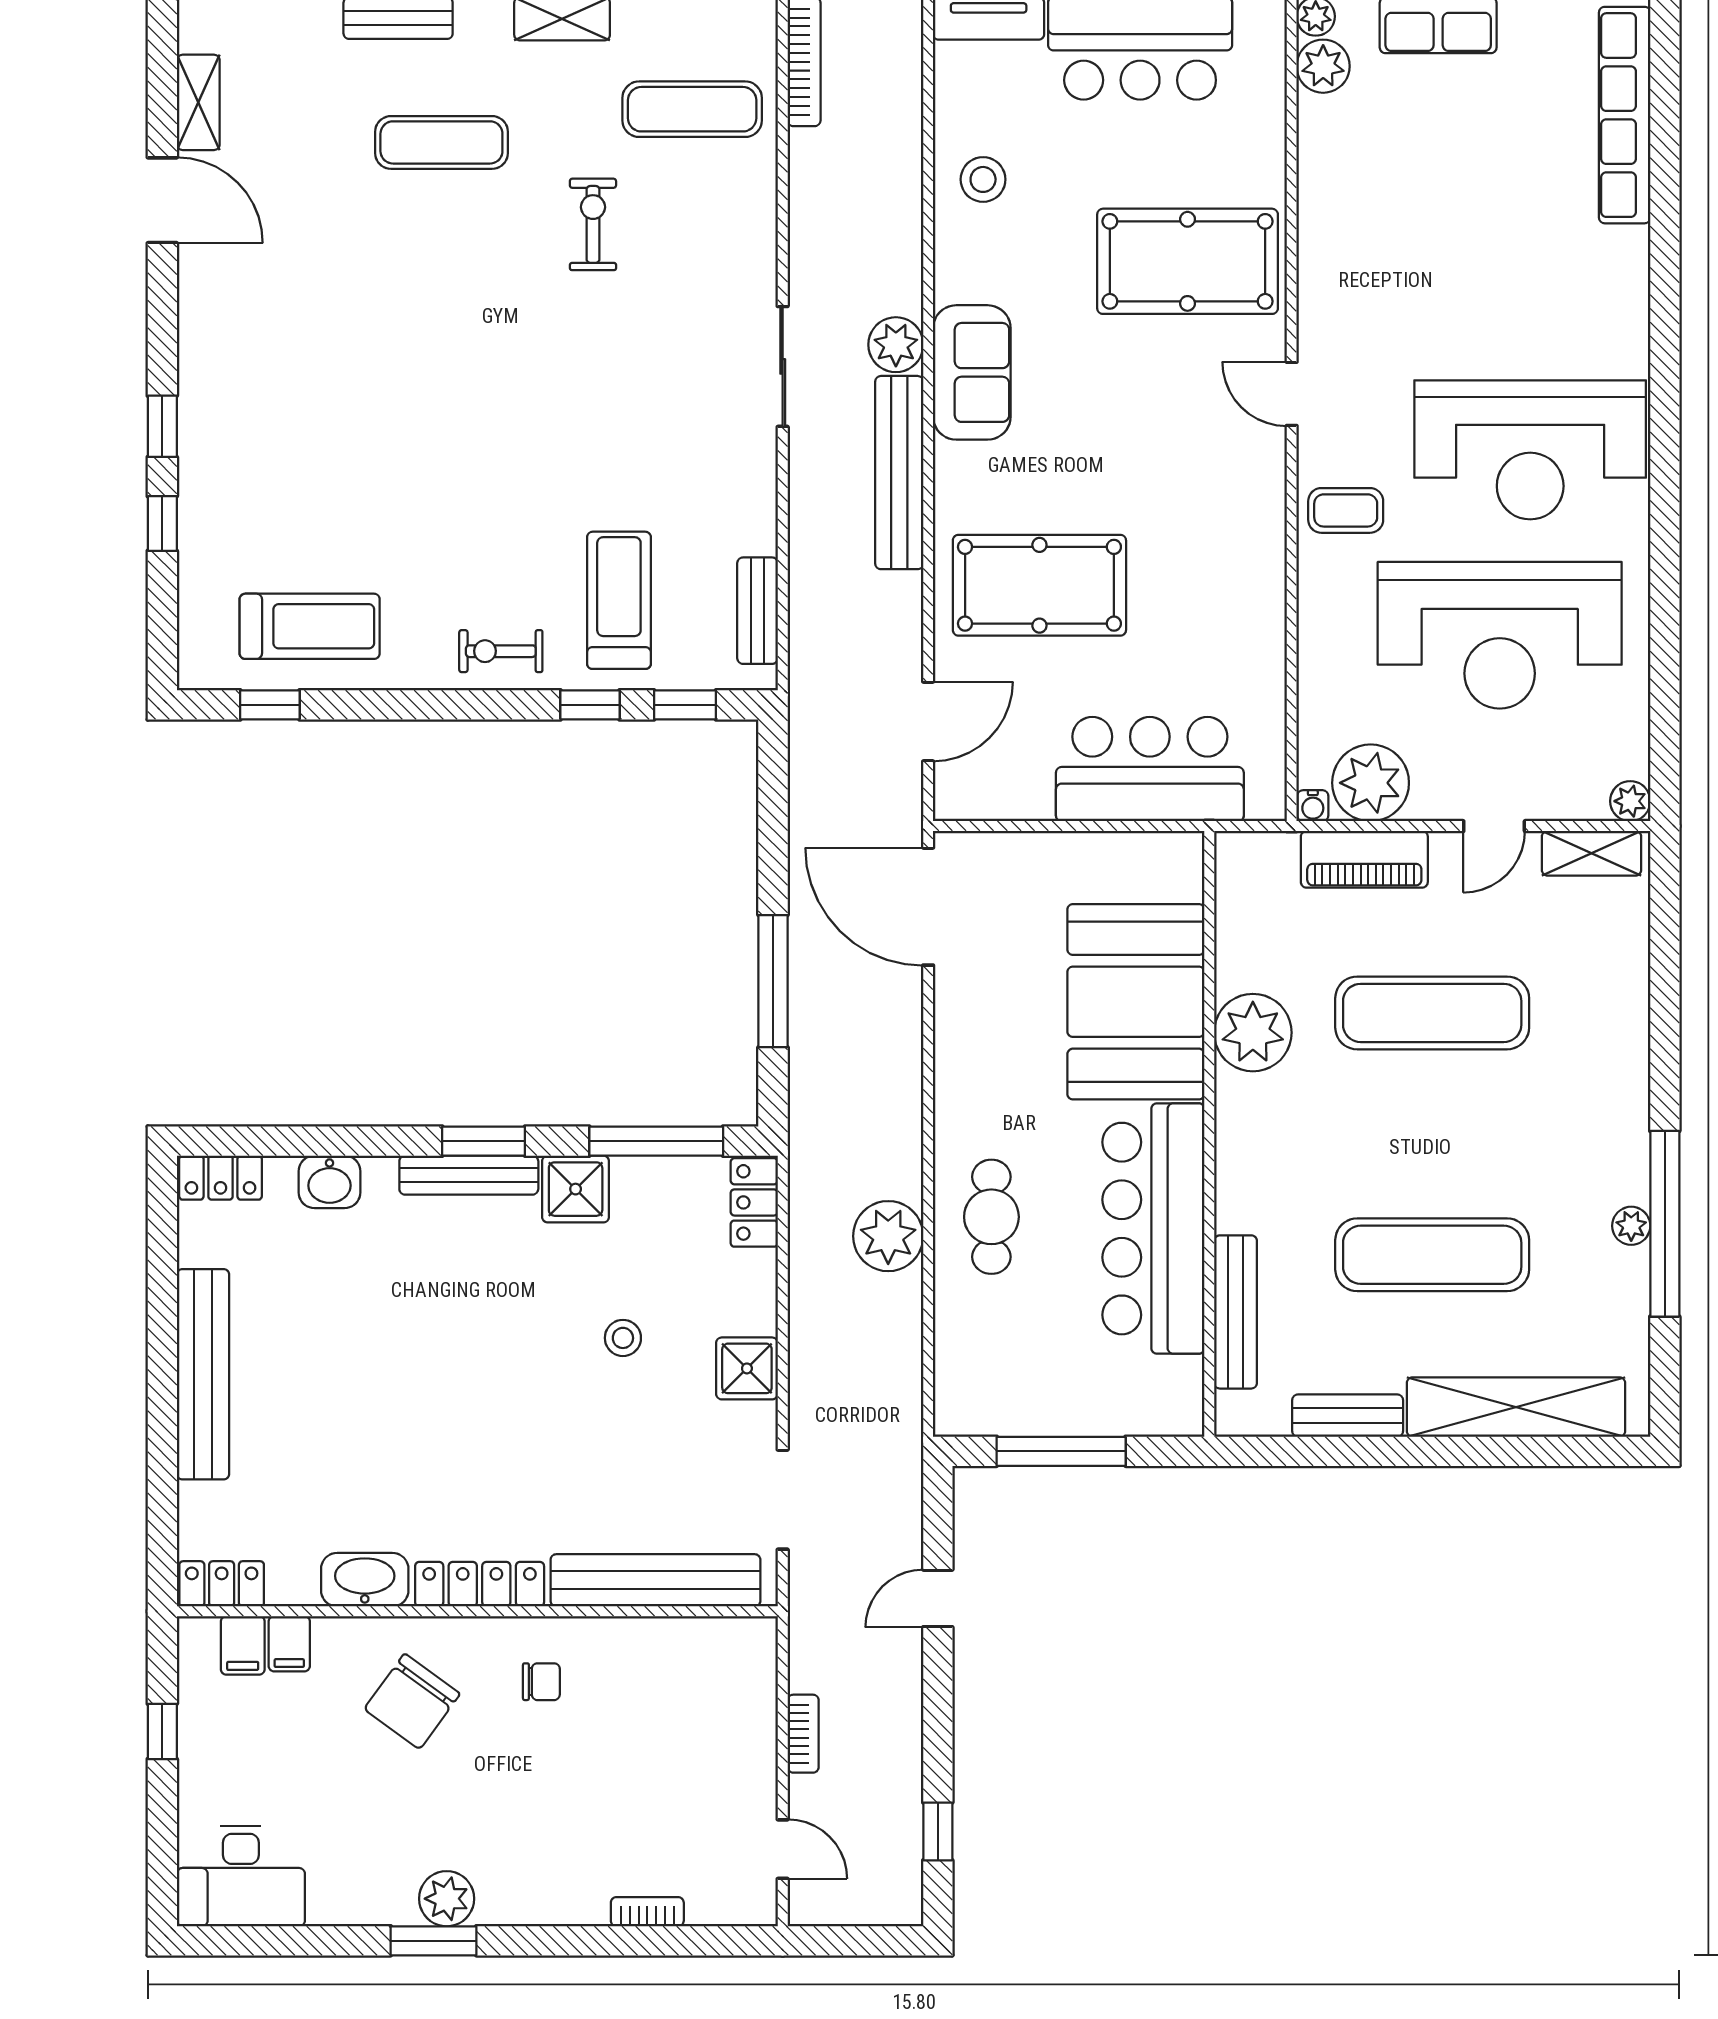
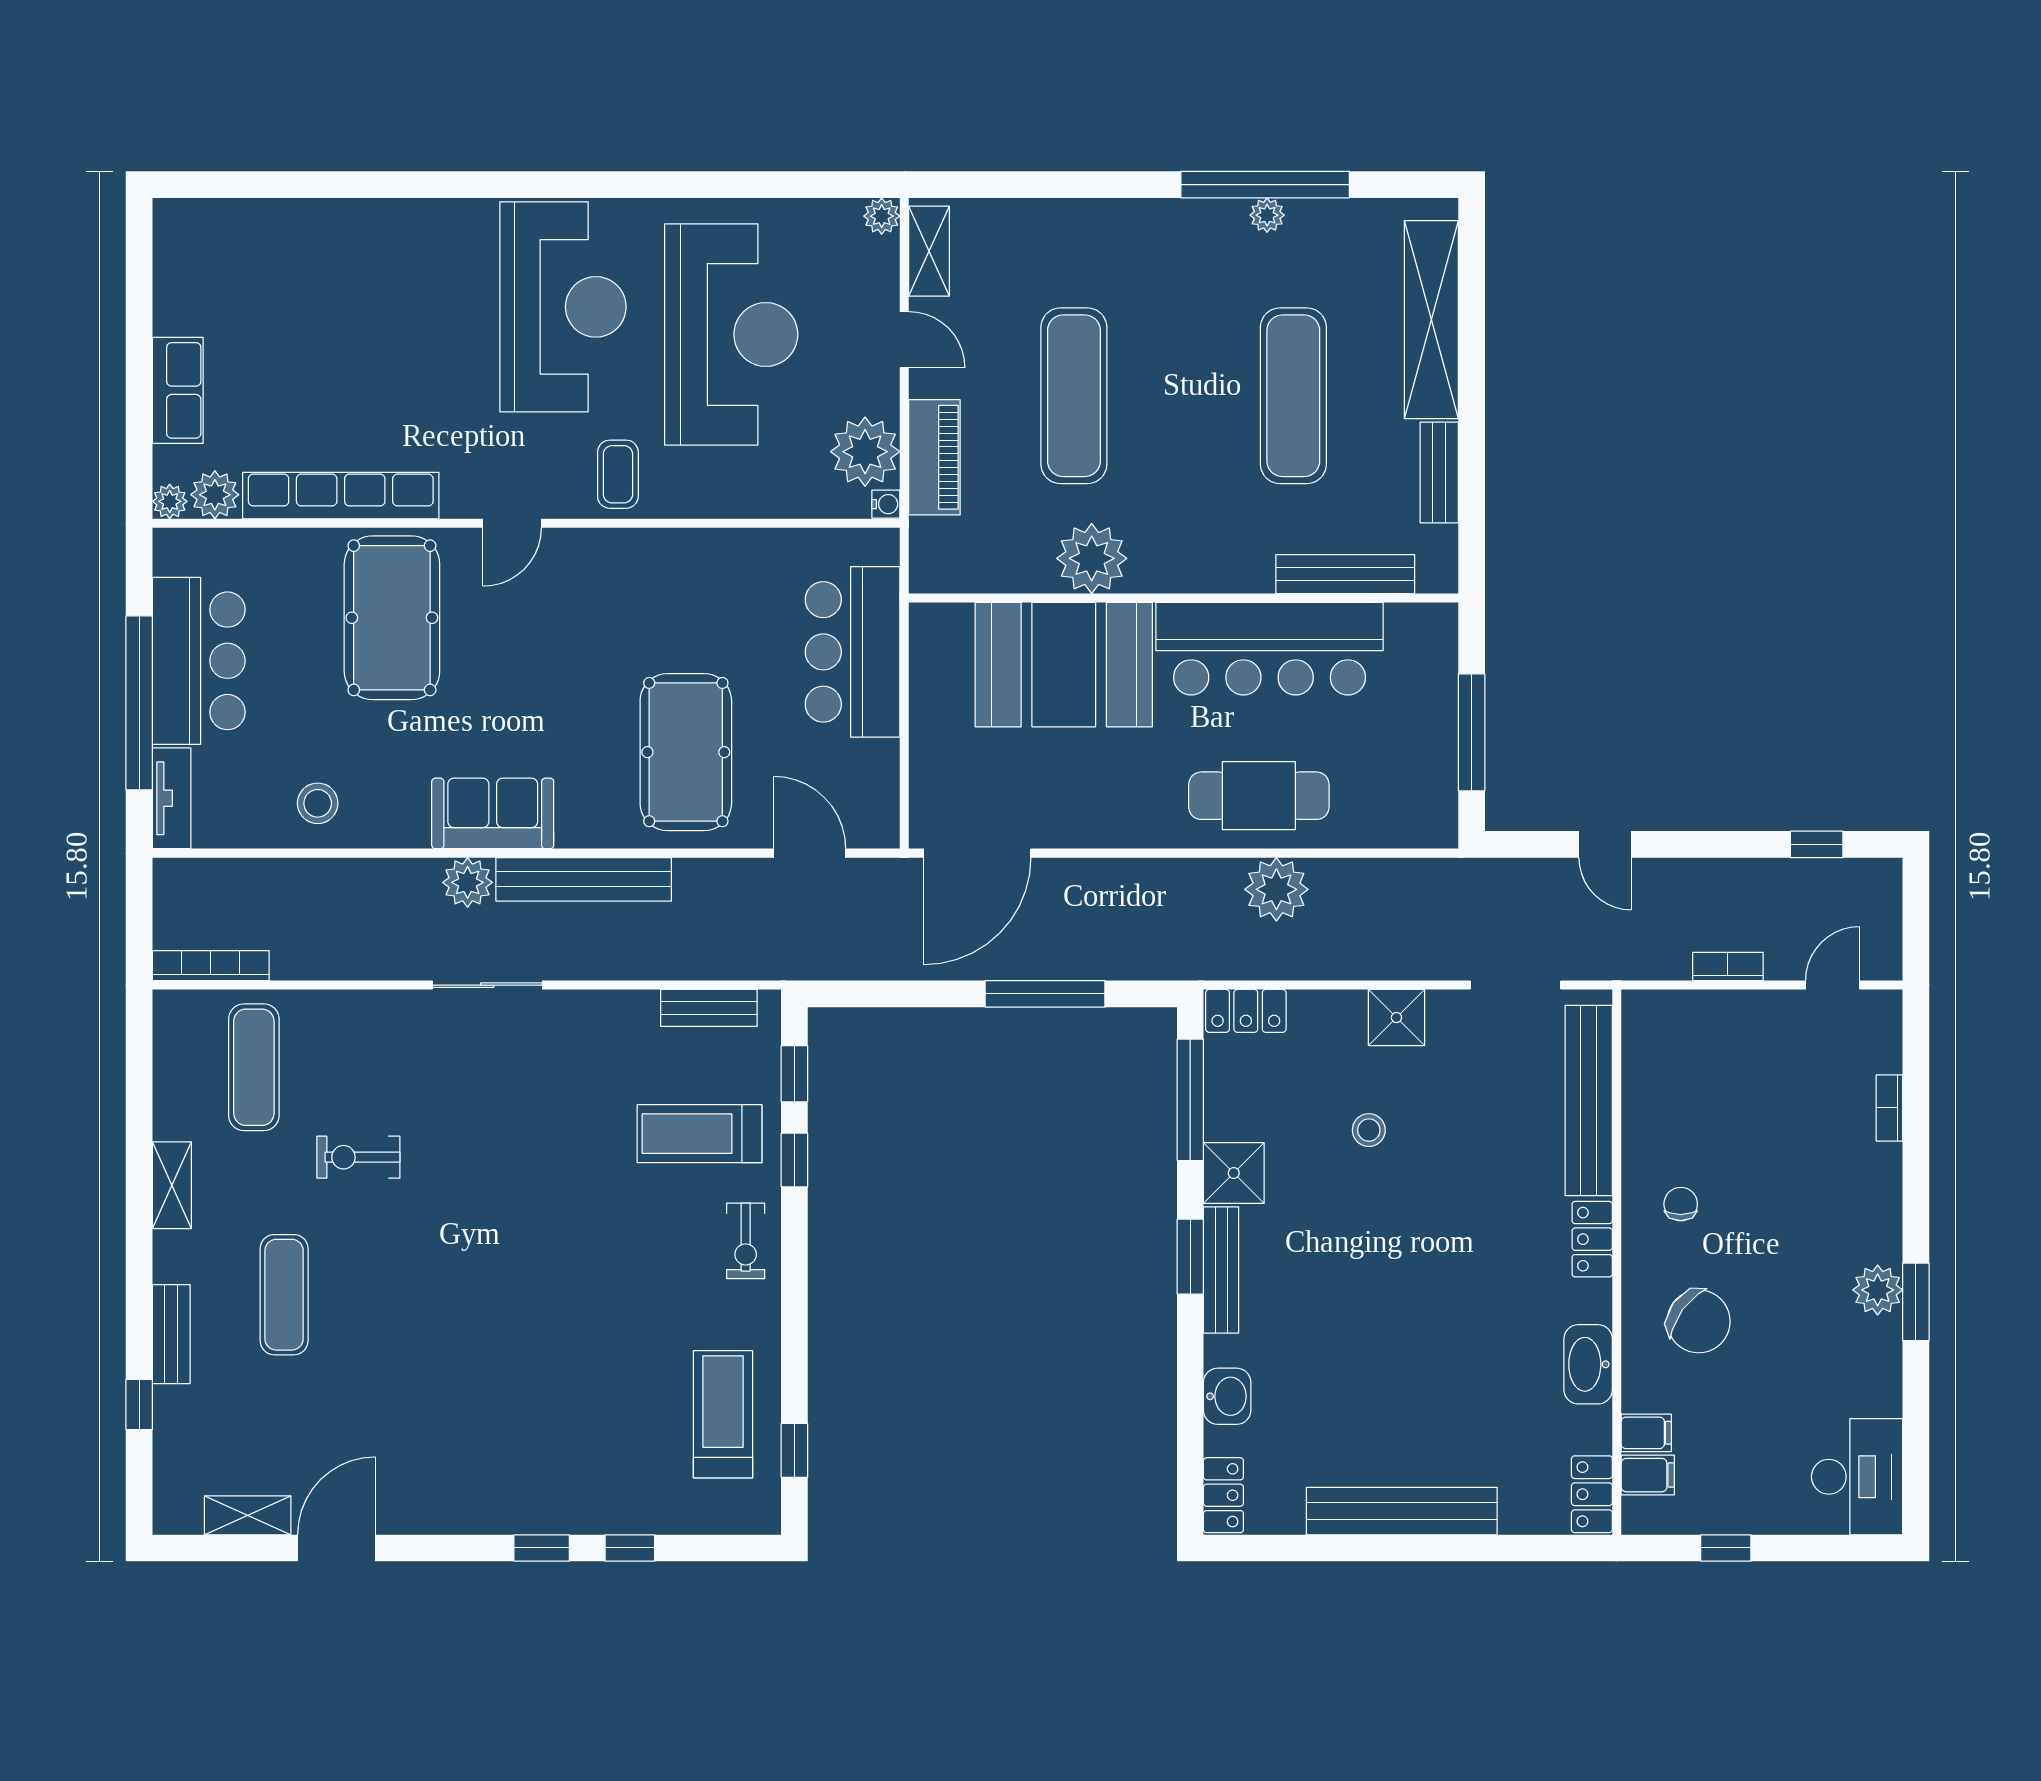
row of seats: (1625, 115) -> (341, 496), moved, turned 180
cafe table: (991, 1217) -> (1259, 796), width x1.37, depth x1.35
locker: (480, 1584) -> (1592, 1239), width x0.66

